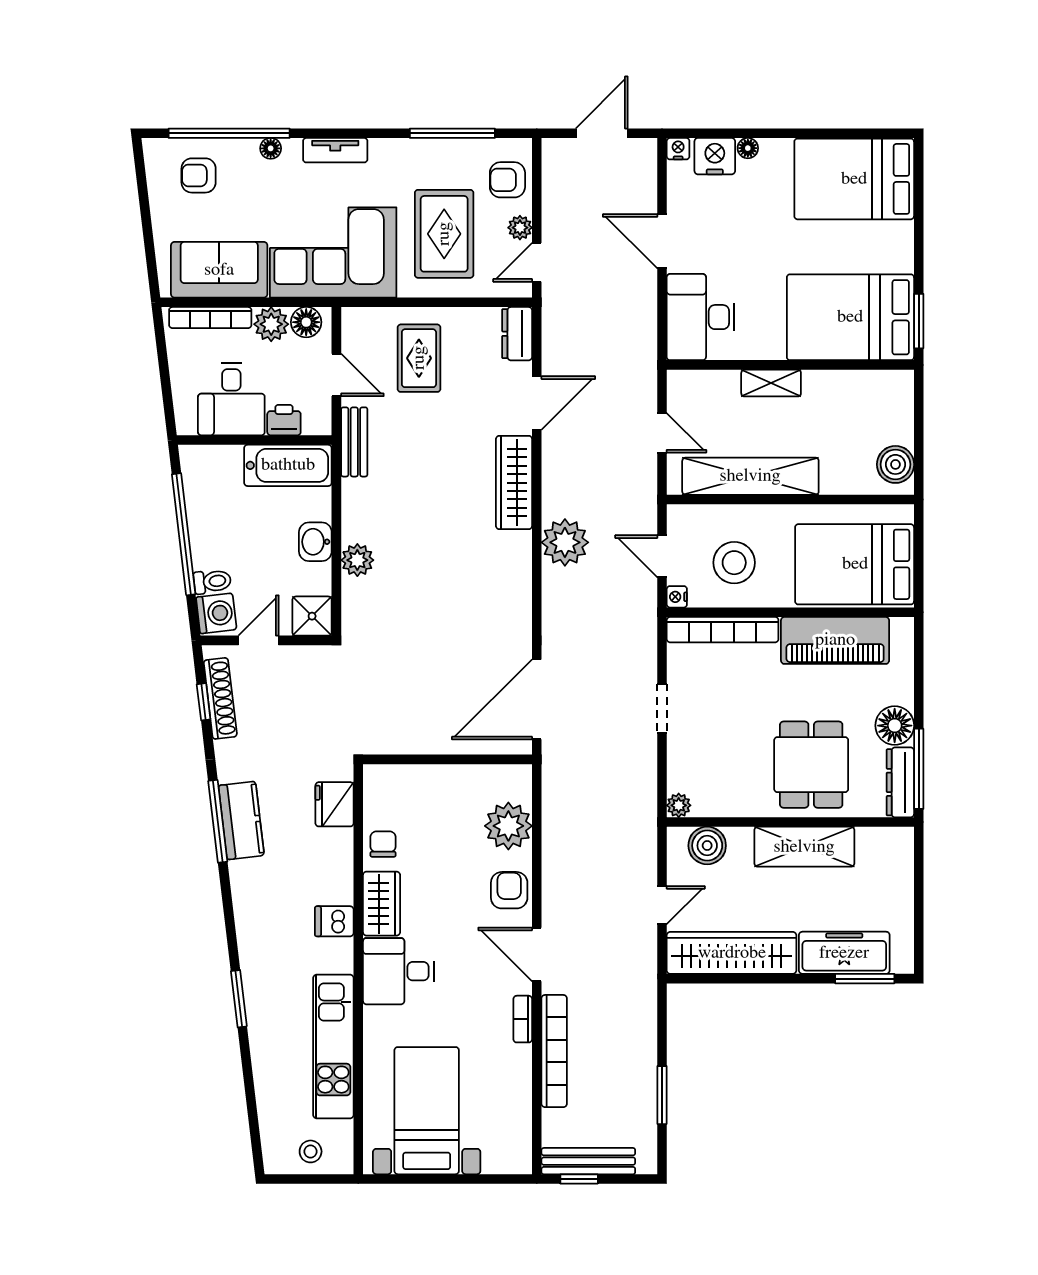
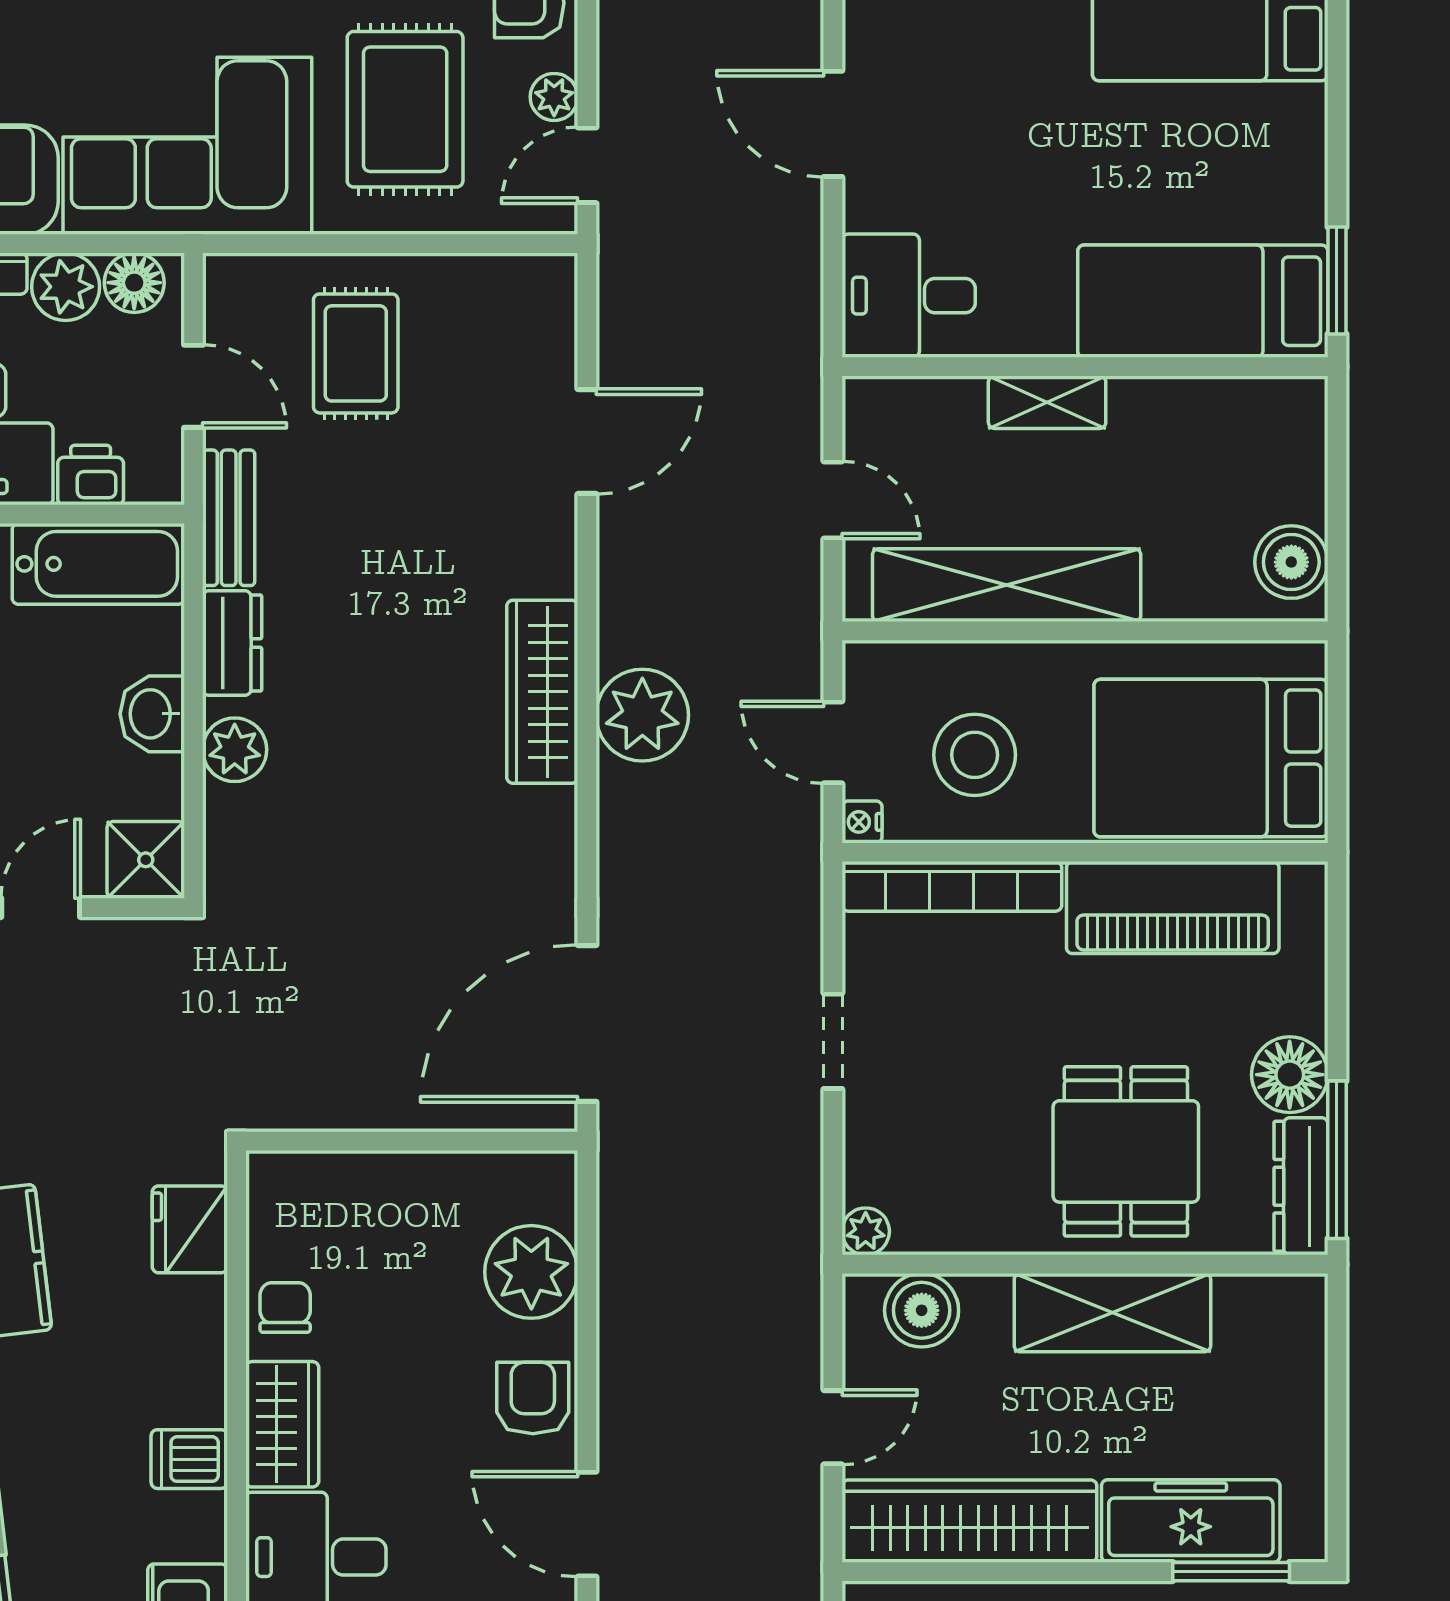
desk: (701, 317) -> (909, 296), width x0.73
bed: (850, 317) -> (1203, 301), width x0.67
dresser: (517, 334) -> (232, 643), moved, turned 180
wardrobe: (514, 483) -> (542, 692), moved

